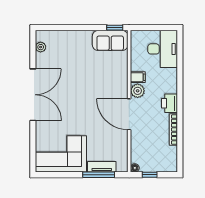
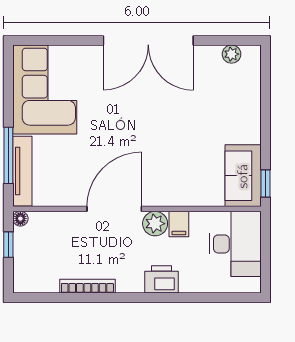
desk: (163, 49) -> (235, 244), moved, turned -90
printer: (170, 103) -> (161, 279), moved
tv unit: (102, 167) -> (22, 171), width x1.41

